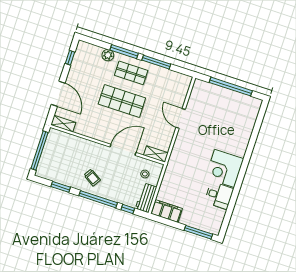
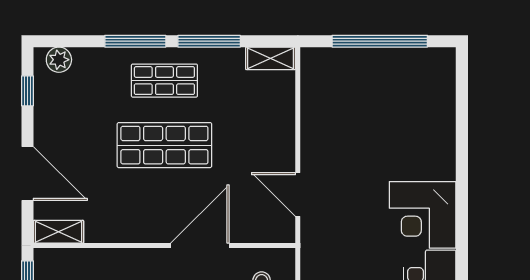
plant: (108, 55) -> (59, 60), moved
door: (181, 118) -> (298, 195), moved
shelving: (156, 154) -> (271, 58), moved

